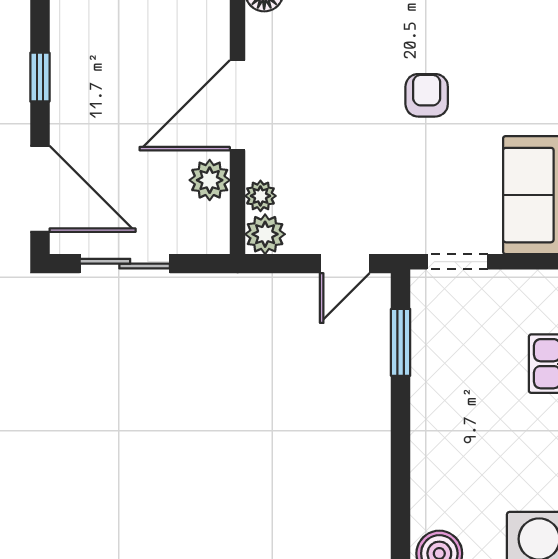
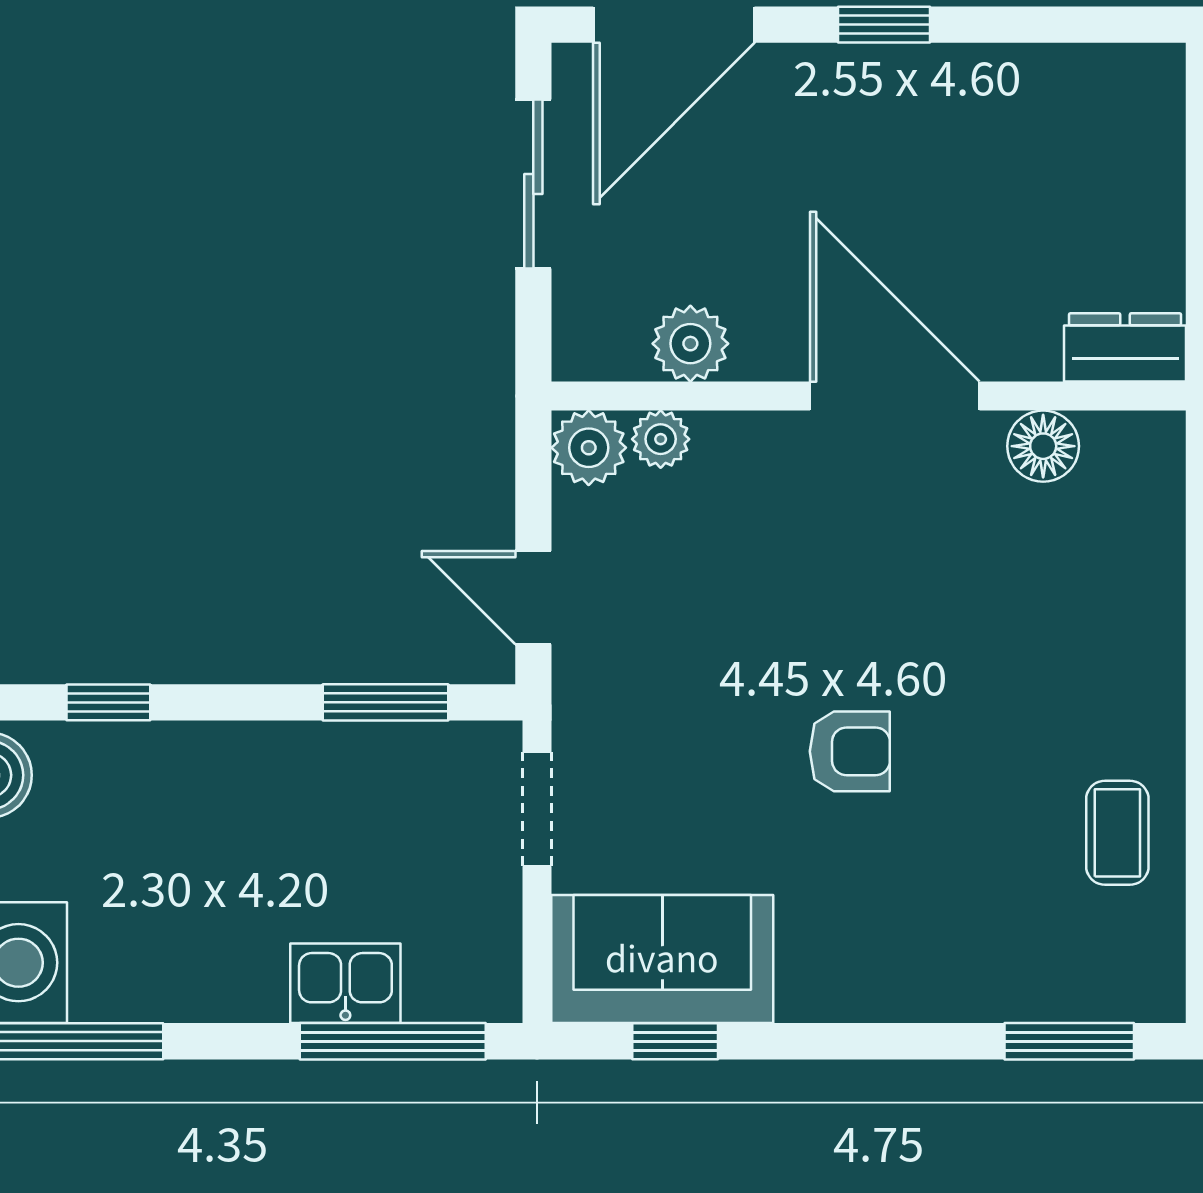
door: (238, 105) -> (895, 396), moved
window: (401, 490) -> (108, 702), added

